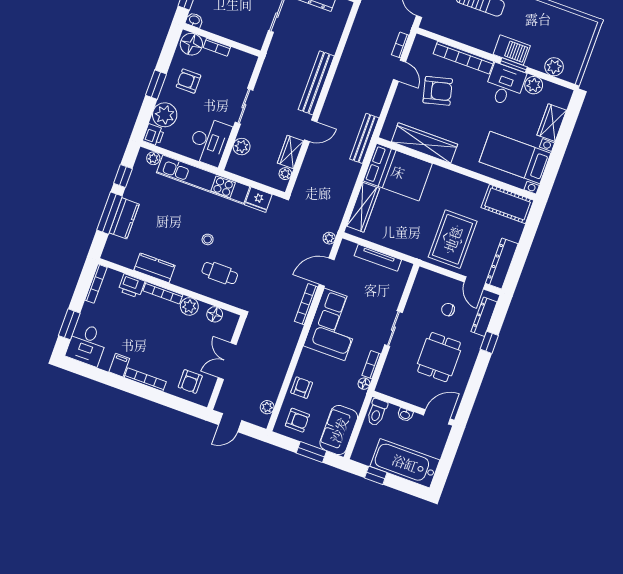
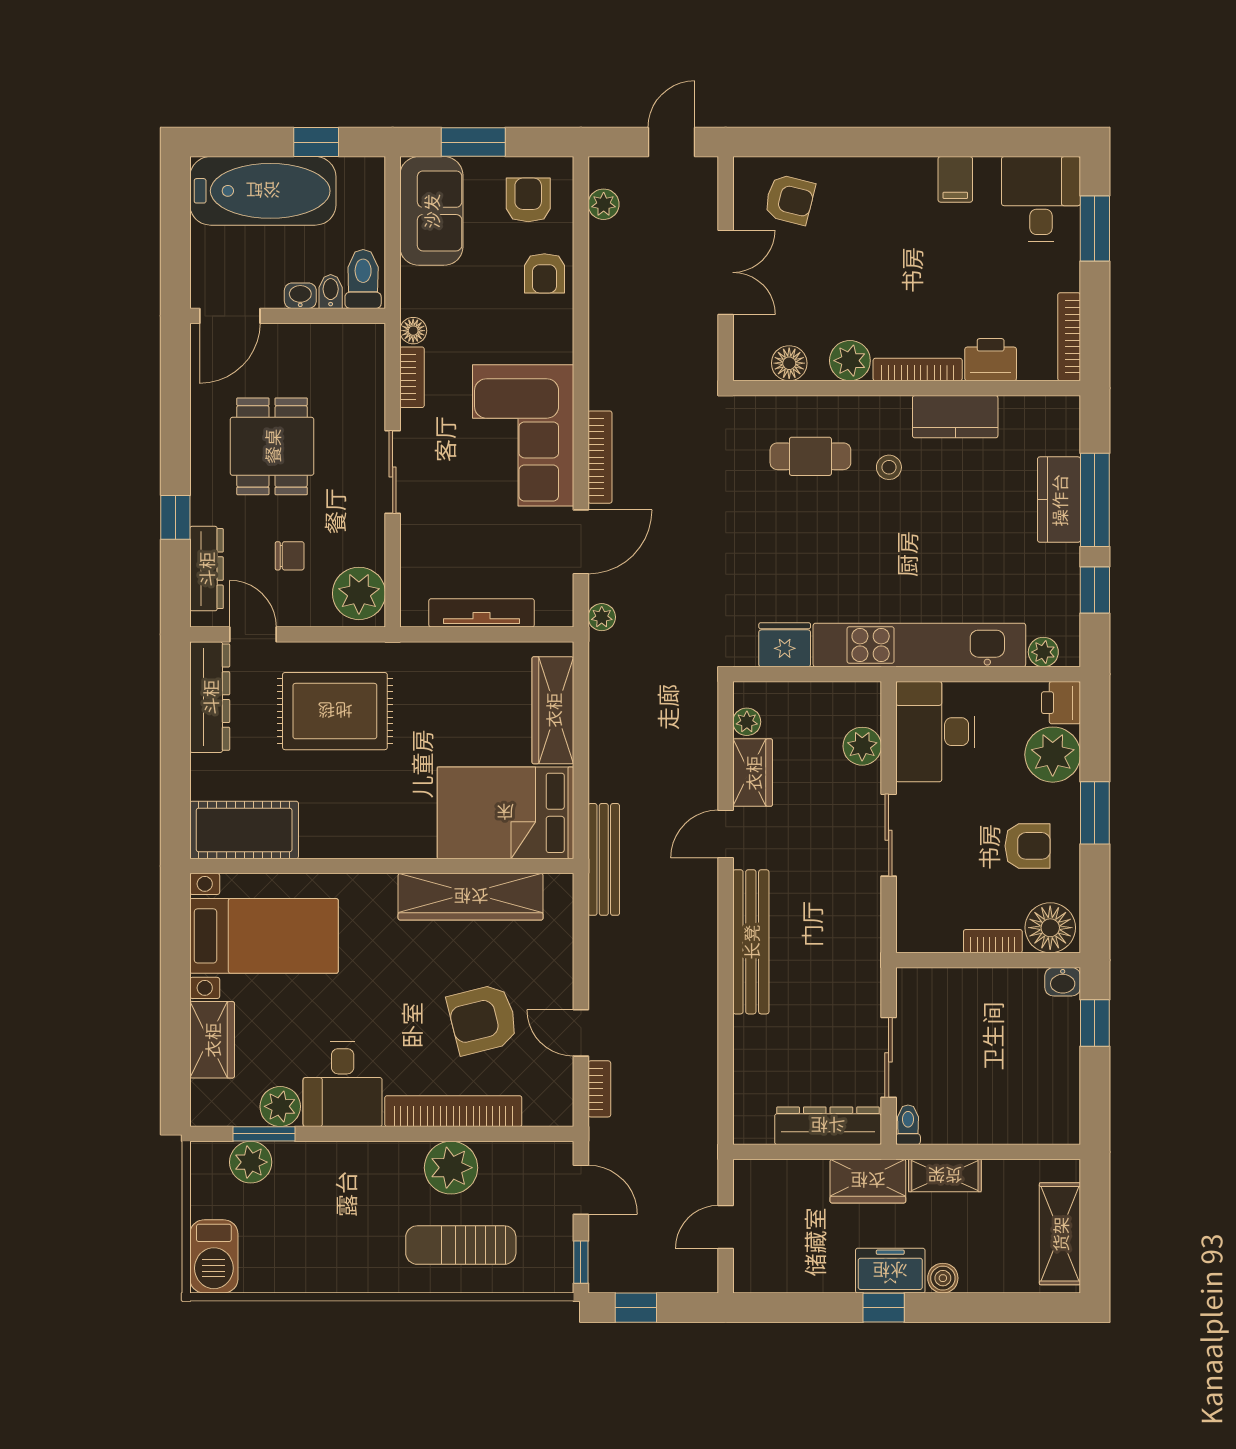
plant: (473, 35) -> (451, 1168), added
barbecue: (512, 50) -> (214, 1256), moved, turned -90
window: (514, 65) -> (264, 1134), moved
stool: (208, 239) -> (889, 467), moved
rug: (453, 239) -> (335, 711), turned 90
plant: (425, 284) -> (359, 593), added
bookcase: (145, 380) -> (888, 169), removed
armchair: (190, 381) -> (790, 200), turned 104
bidet: (392, 412) -> (331, 291), added
armchair: (297, 420) -> (528, 200), turned 90

